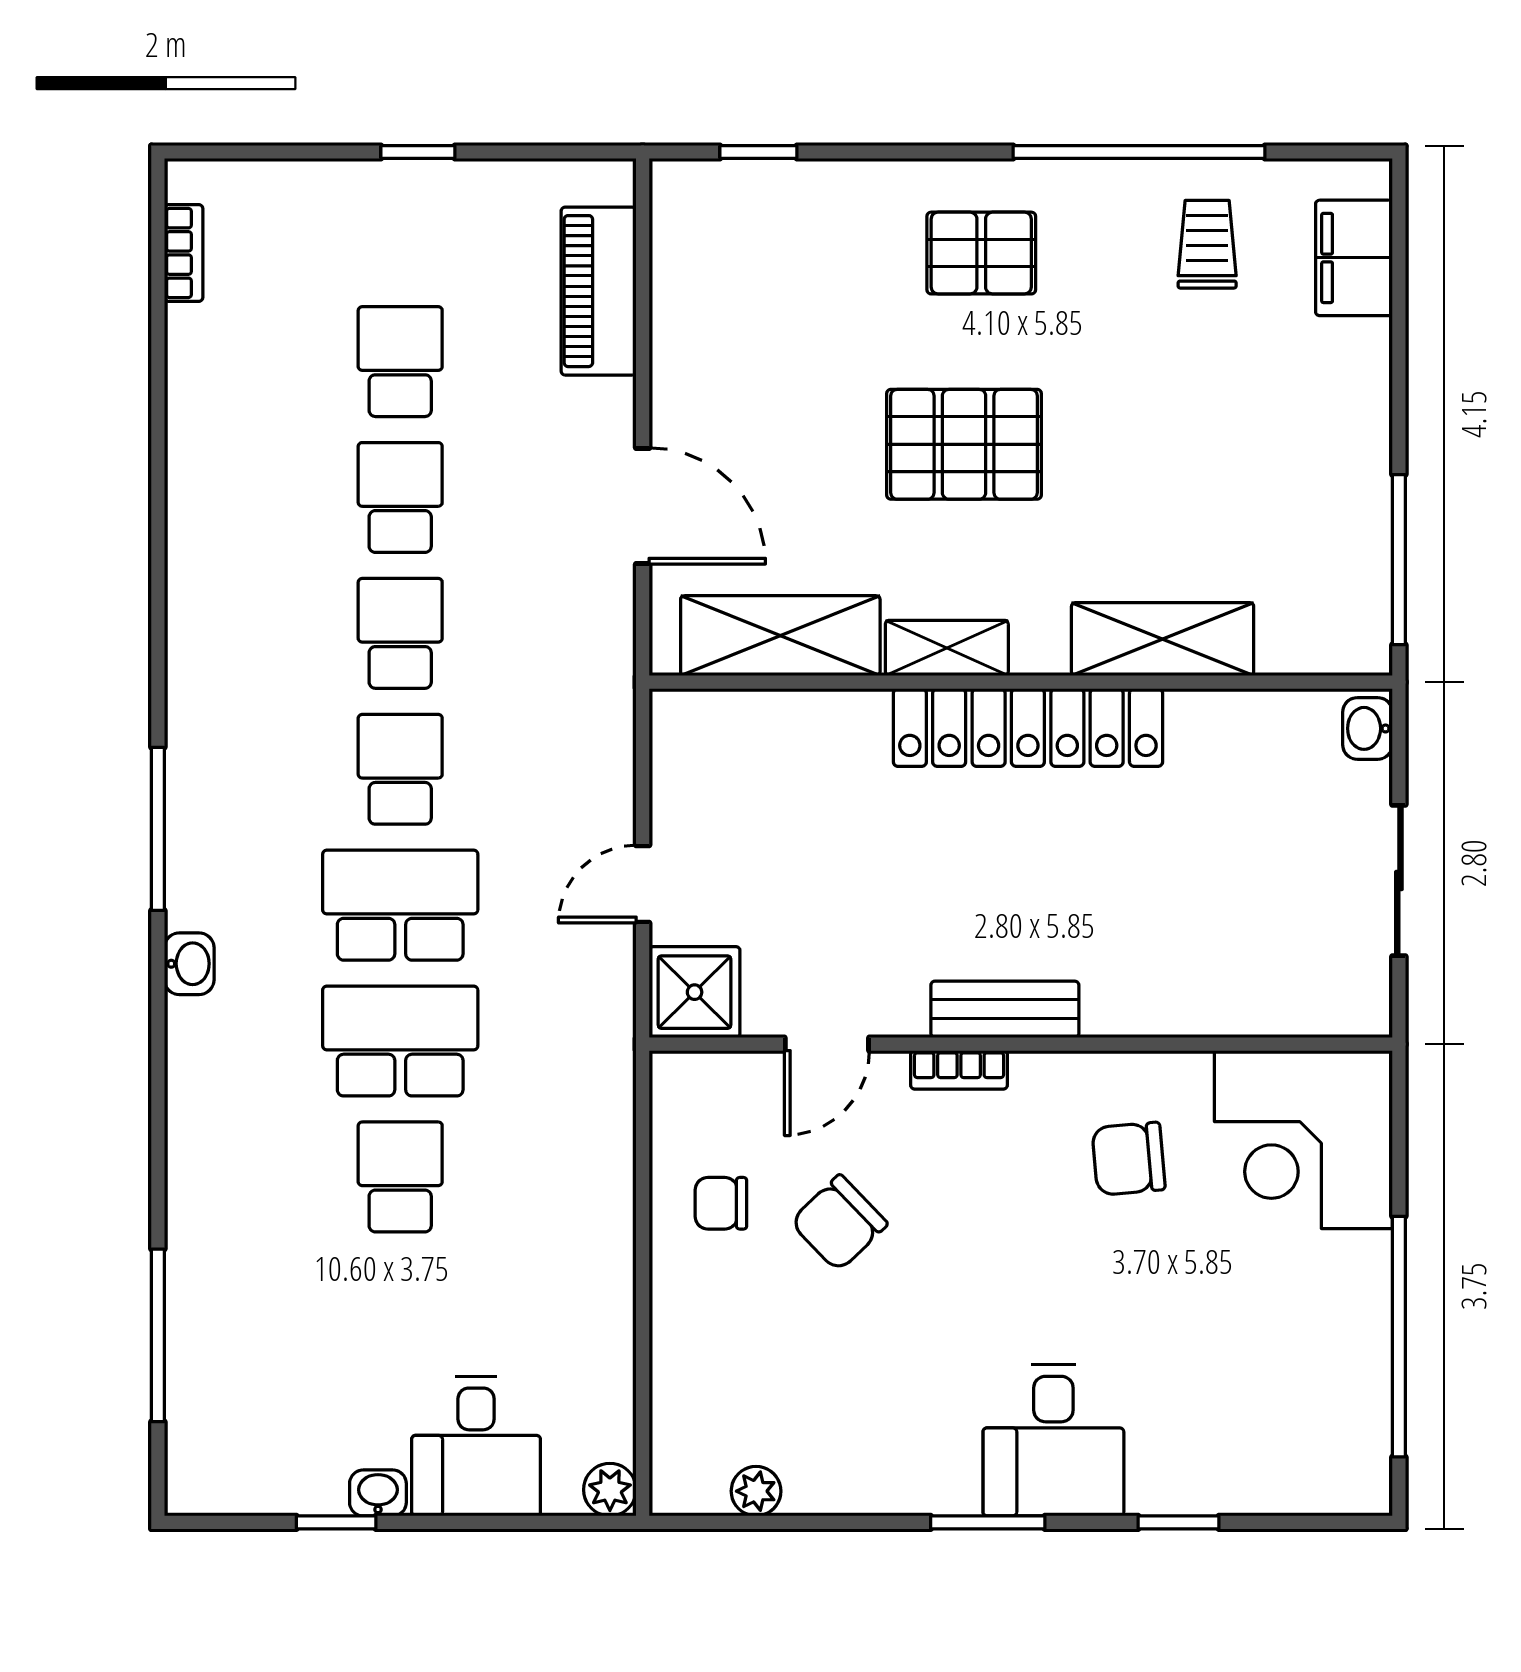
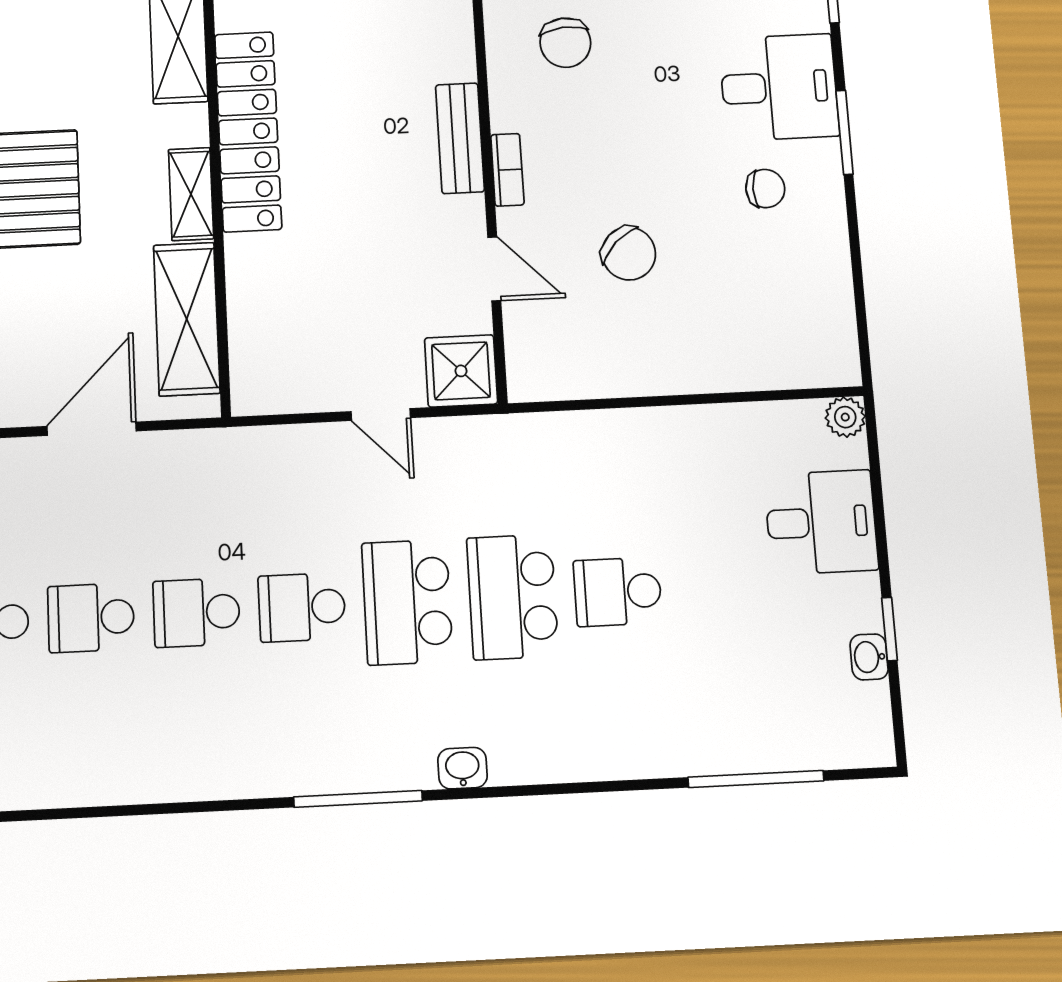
chair: (721, 1203) -> (765, 189), moved, turned -90
plant: (756, 1491) -> (836, 306), removed
washbasin: (378, 1493) -> (869, 657), moved

